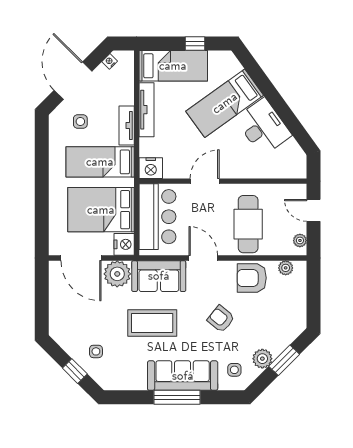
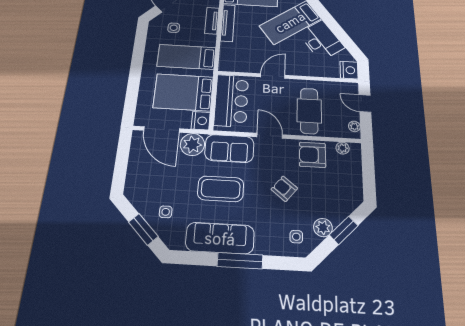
tv unit: (127, 126) -> (212, 21), moved
nightstand: (151, 168) -> (349, 70), moved, turned -90
window: (75, 371) -> (143, 229), width x1.50
sofa: (183, 376) -> (220, 238), moved

